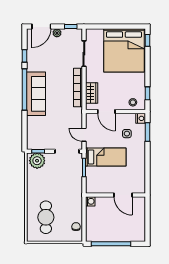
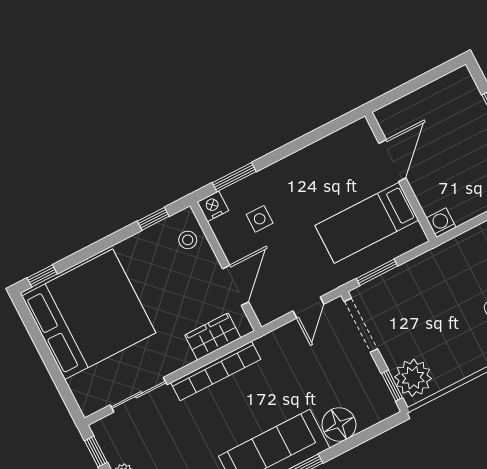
floor lamp: (34, 124) -> (339, 424), added
bed: (106, 157) -> (367, 223), moved, turned -90

